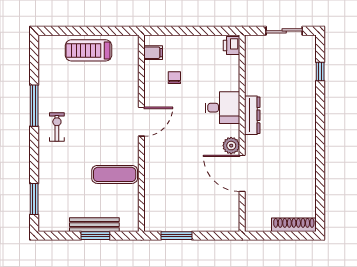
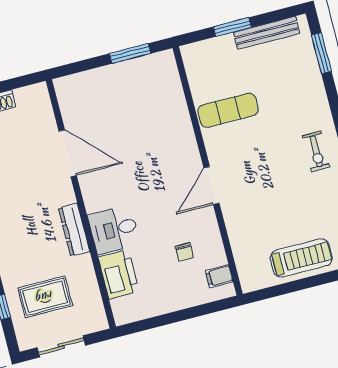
printer: (232, 45) -> (119, 274), moved, width x1.87, depth x1.48
rug: (287, 71) -> (45, 297), added
plant: (231, 146) -> (91, 185), removed
bench: (94, 225) -> (267, 33), moved

